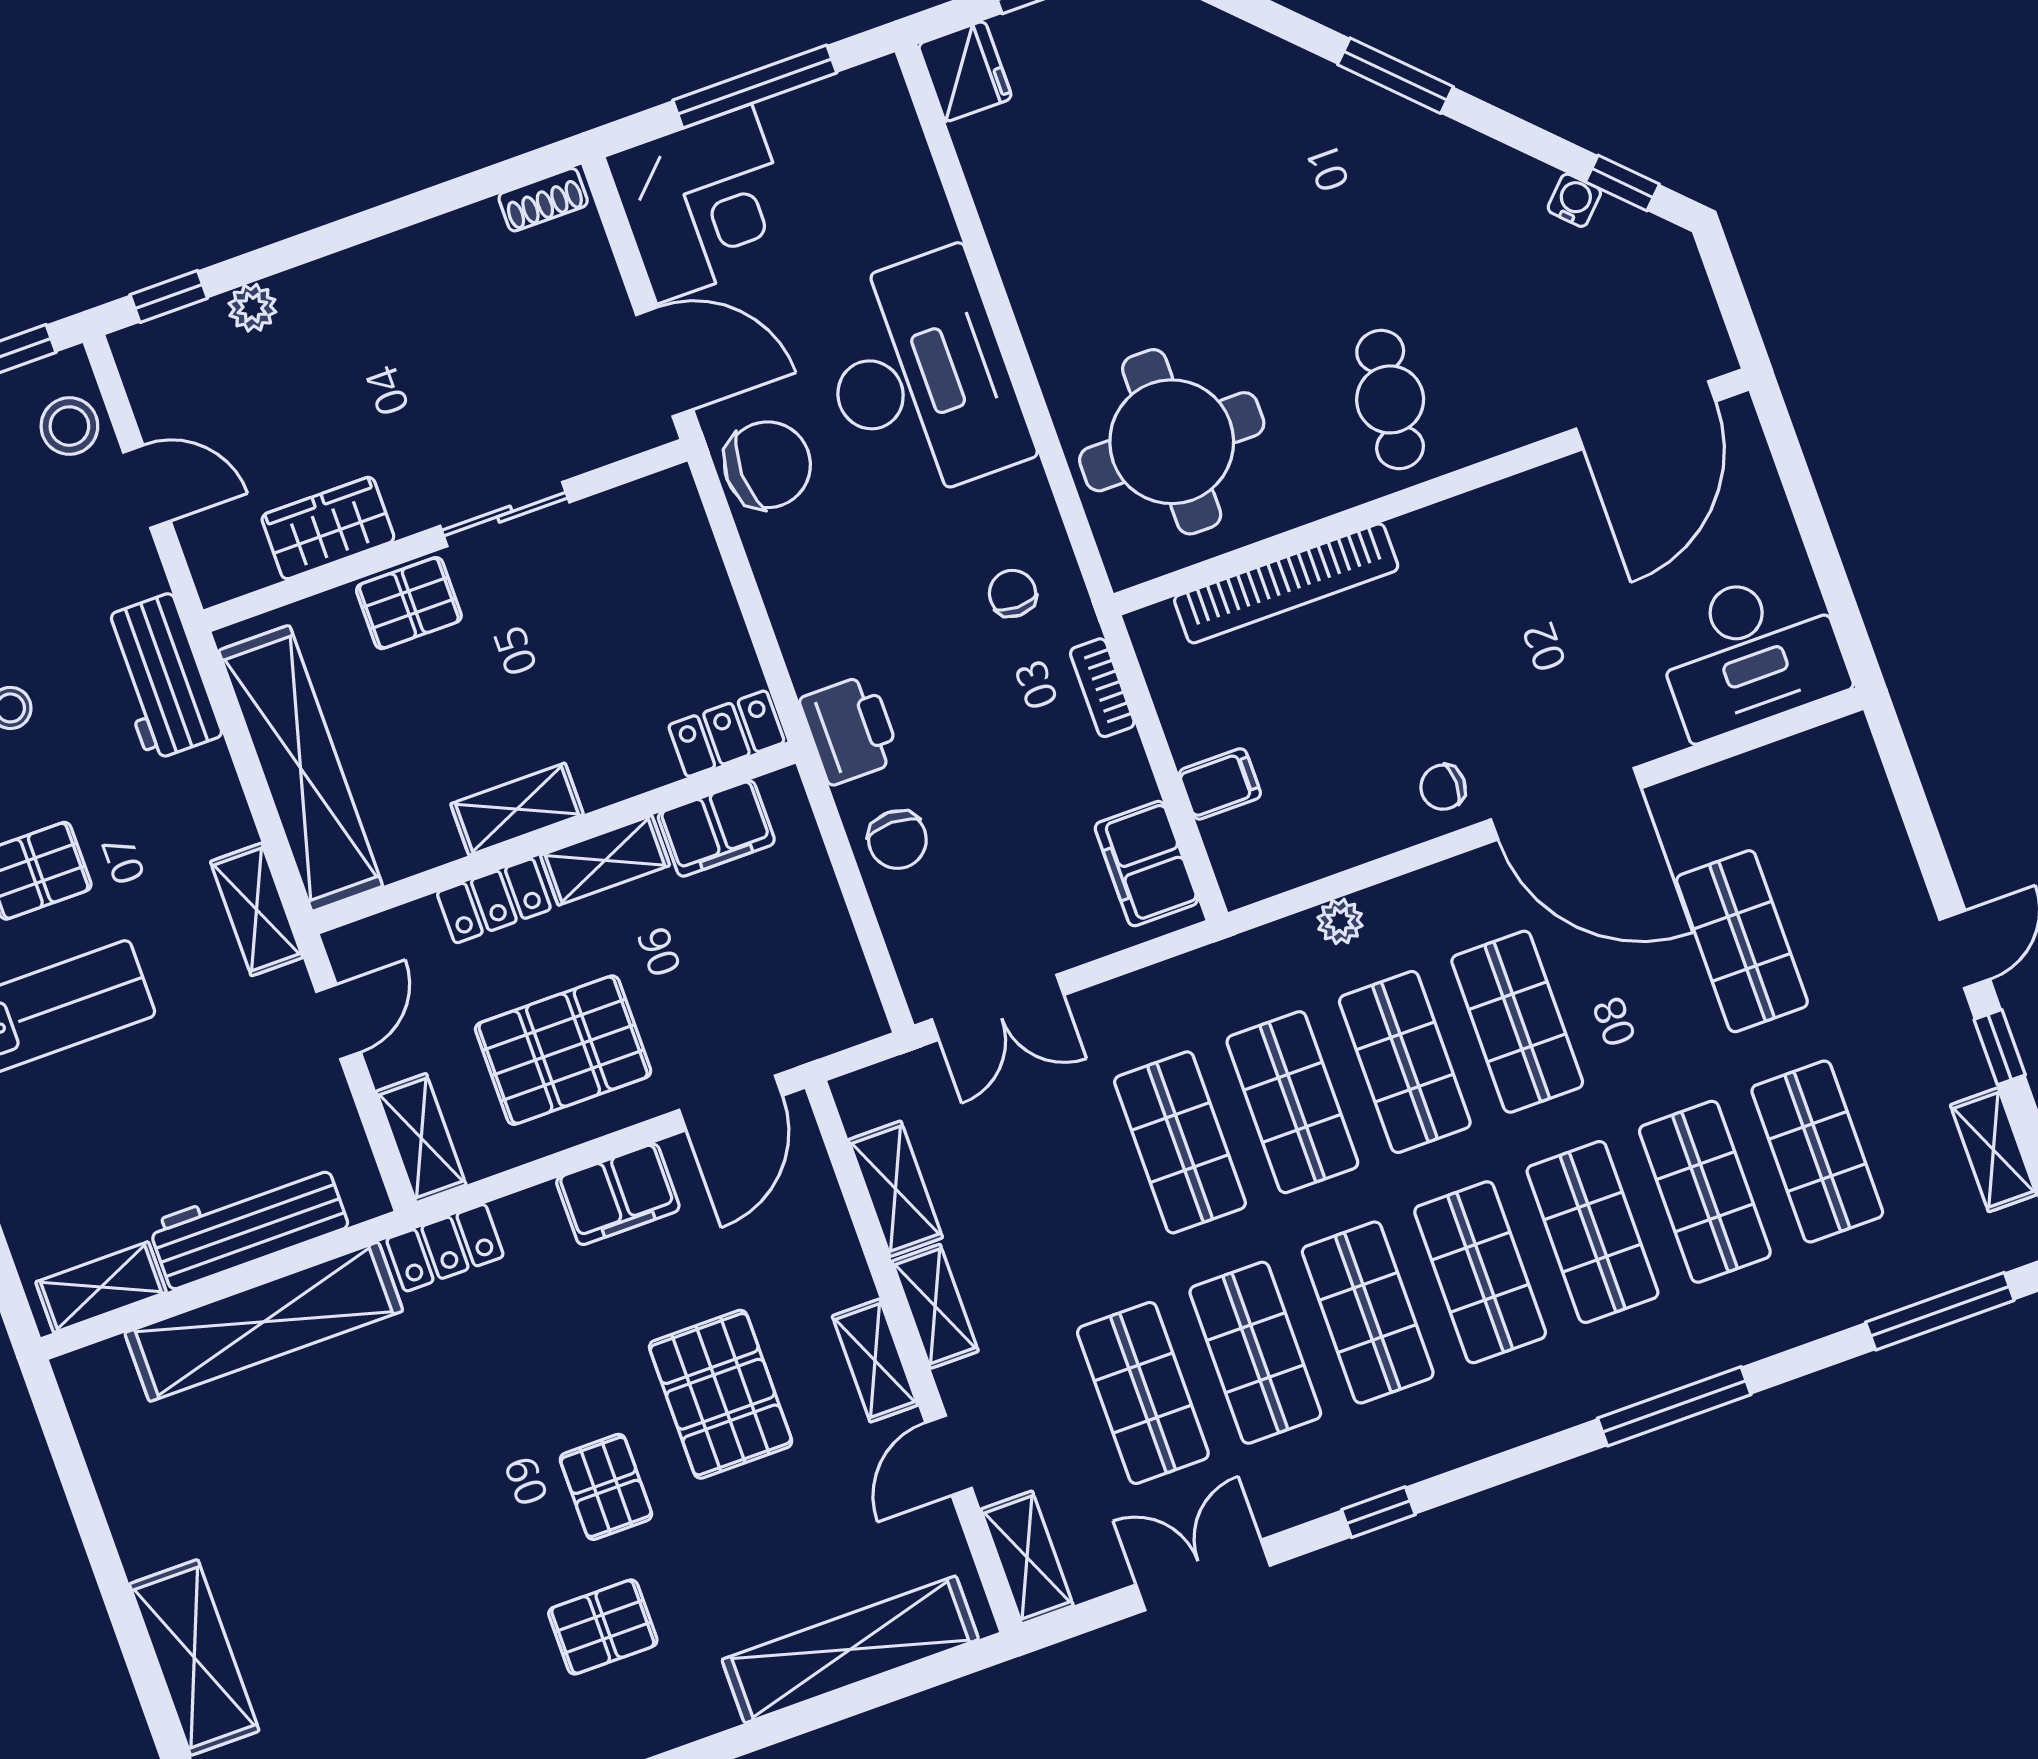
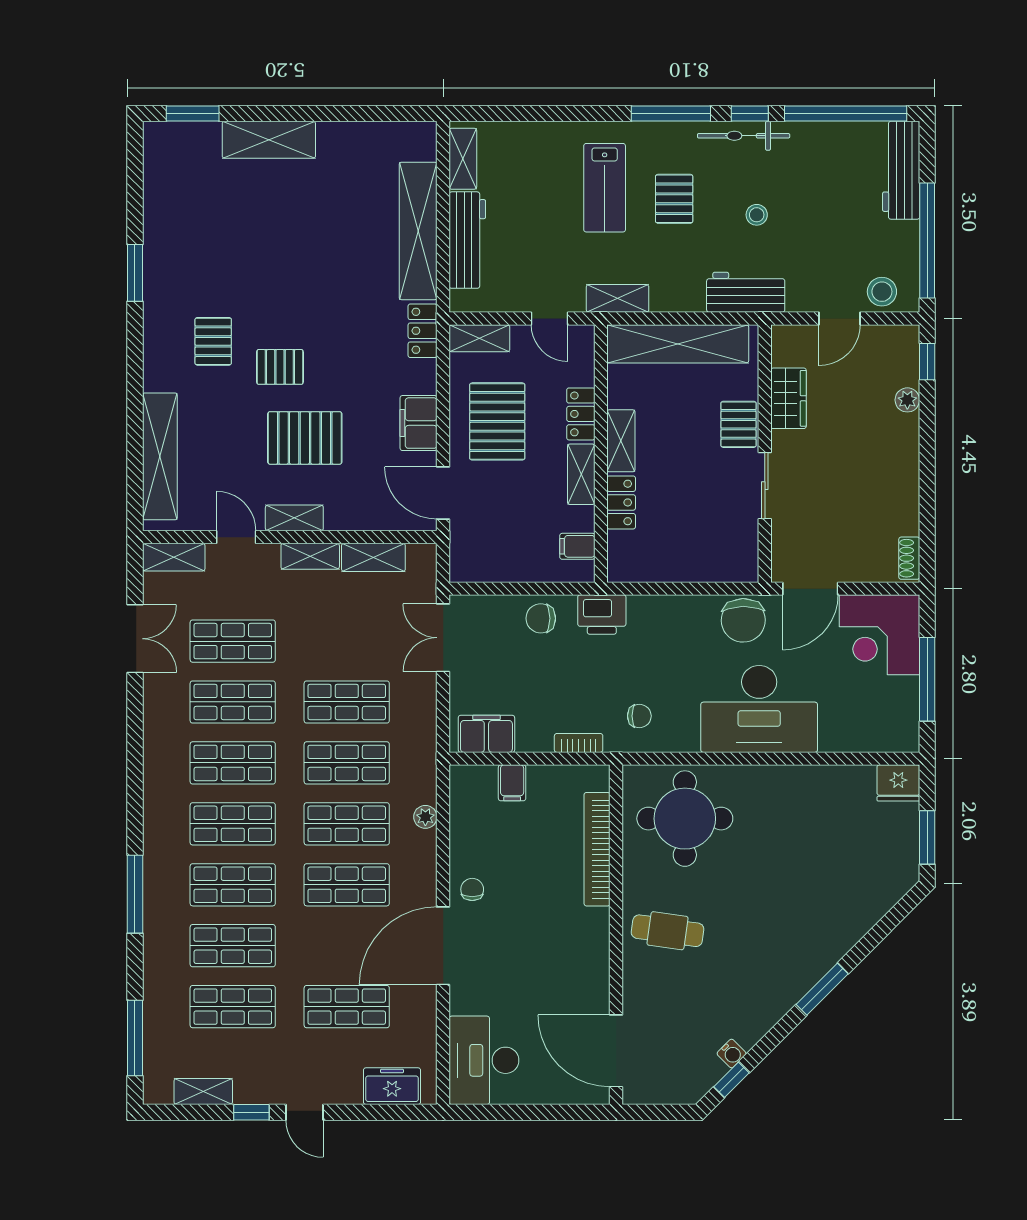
locker: (726, 734) -> (621, 502), moved
freezer: (1859, 805) -> (392, 1086), added
filing cabinet: (716, 829) -> (577, 546), width x0.50
window: (1378, 1512) -> (135, 734), removed

